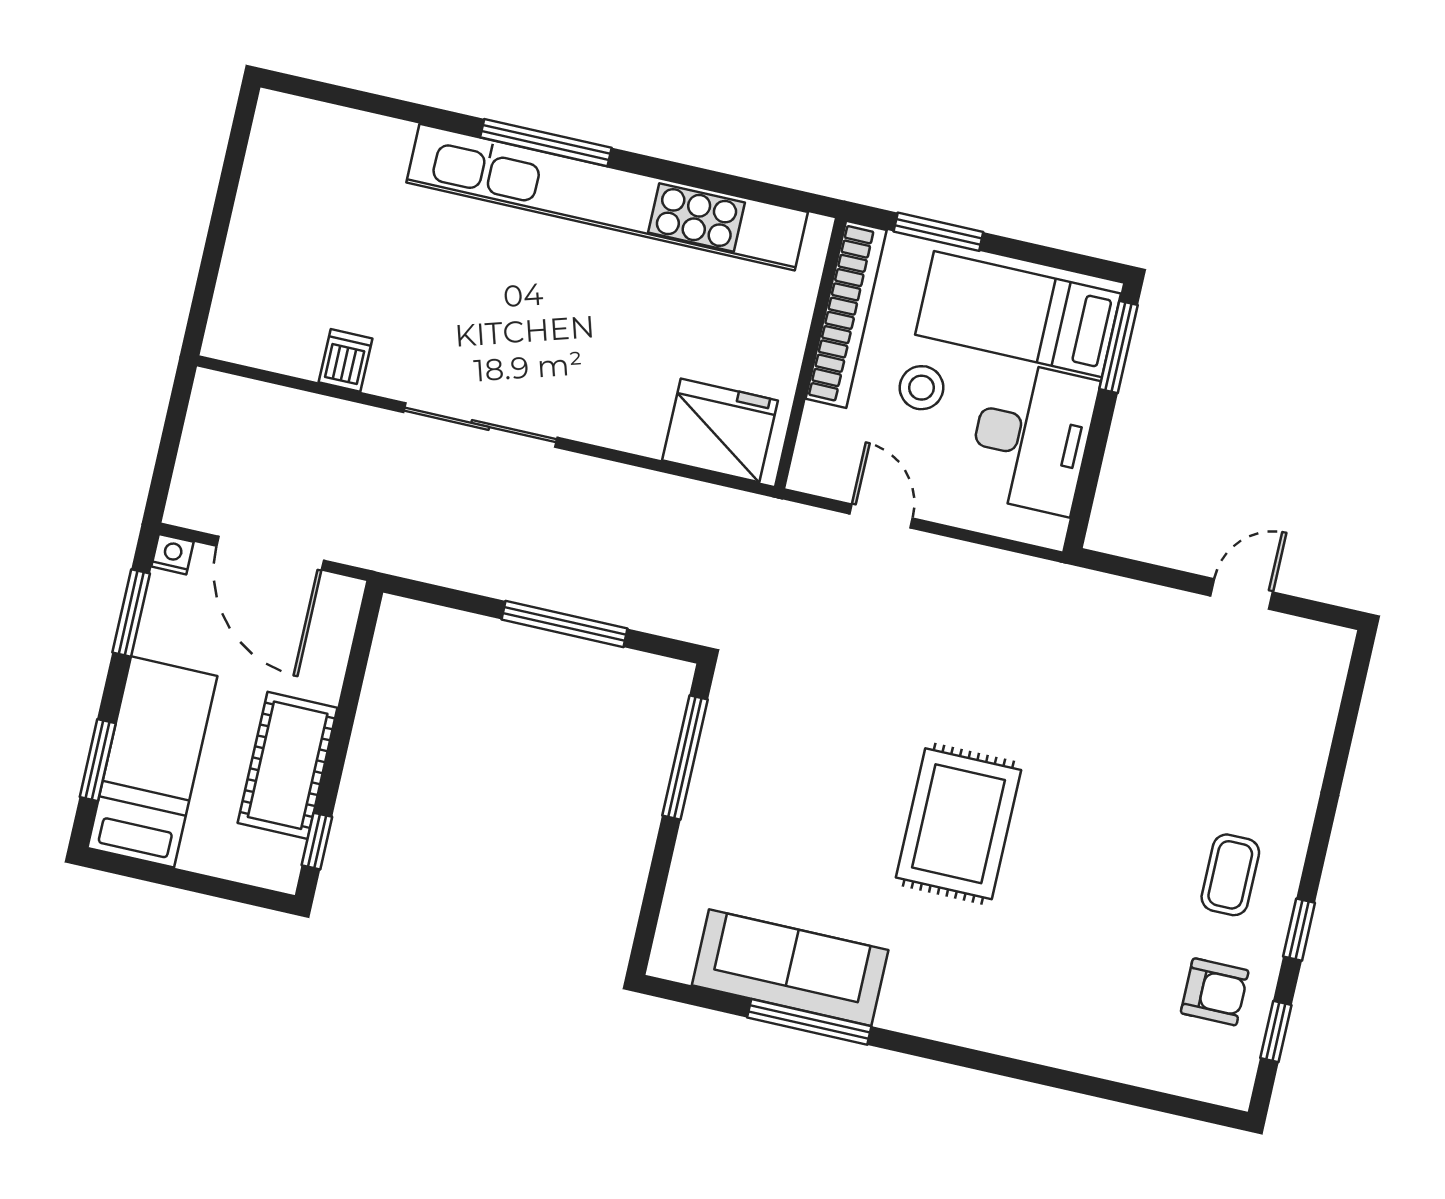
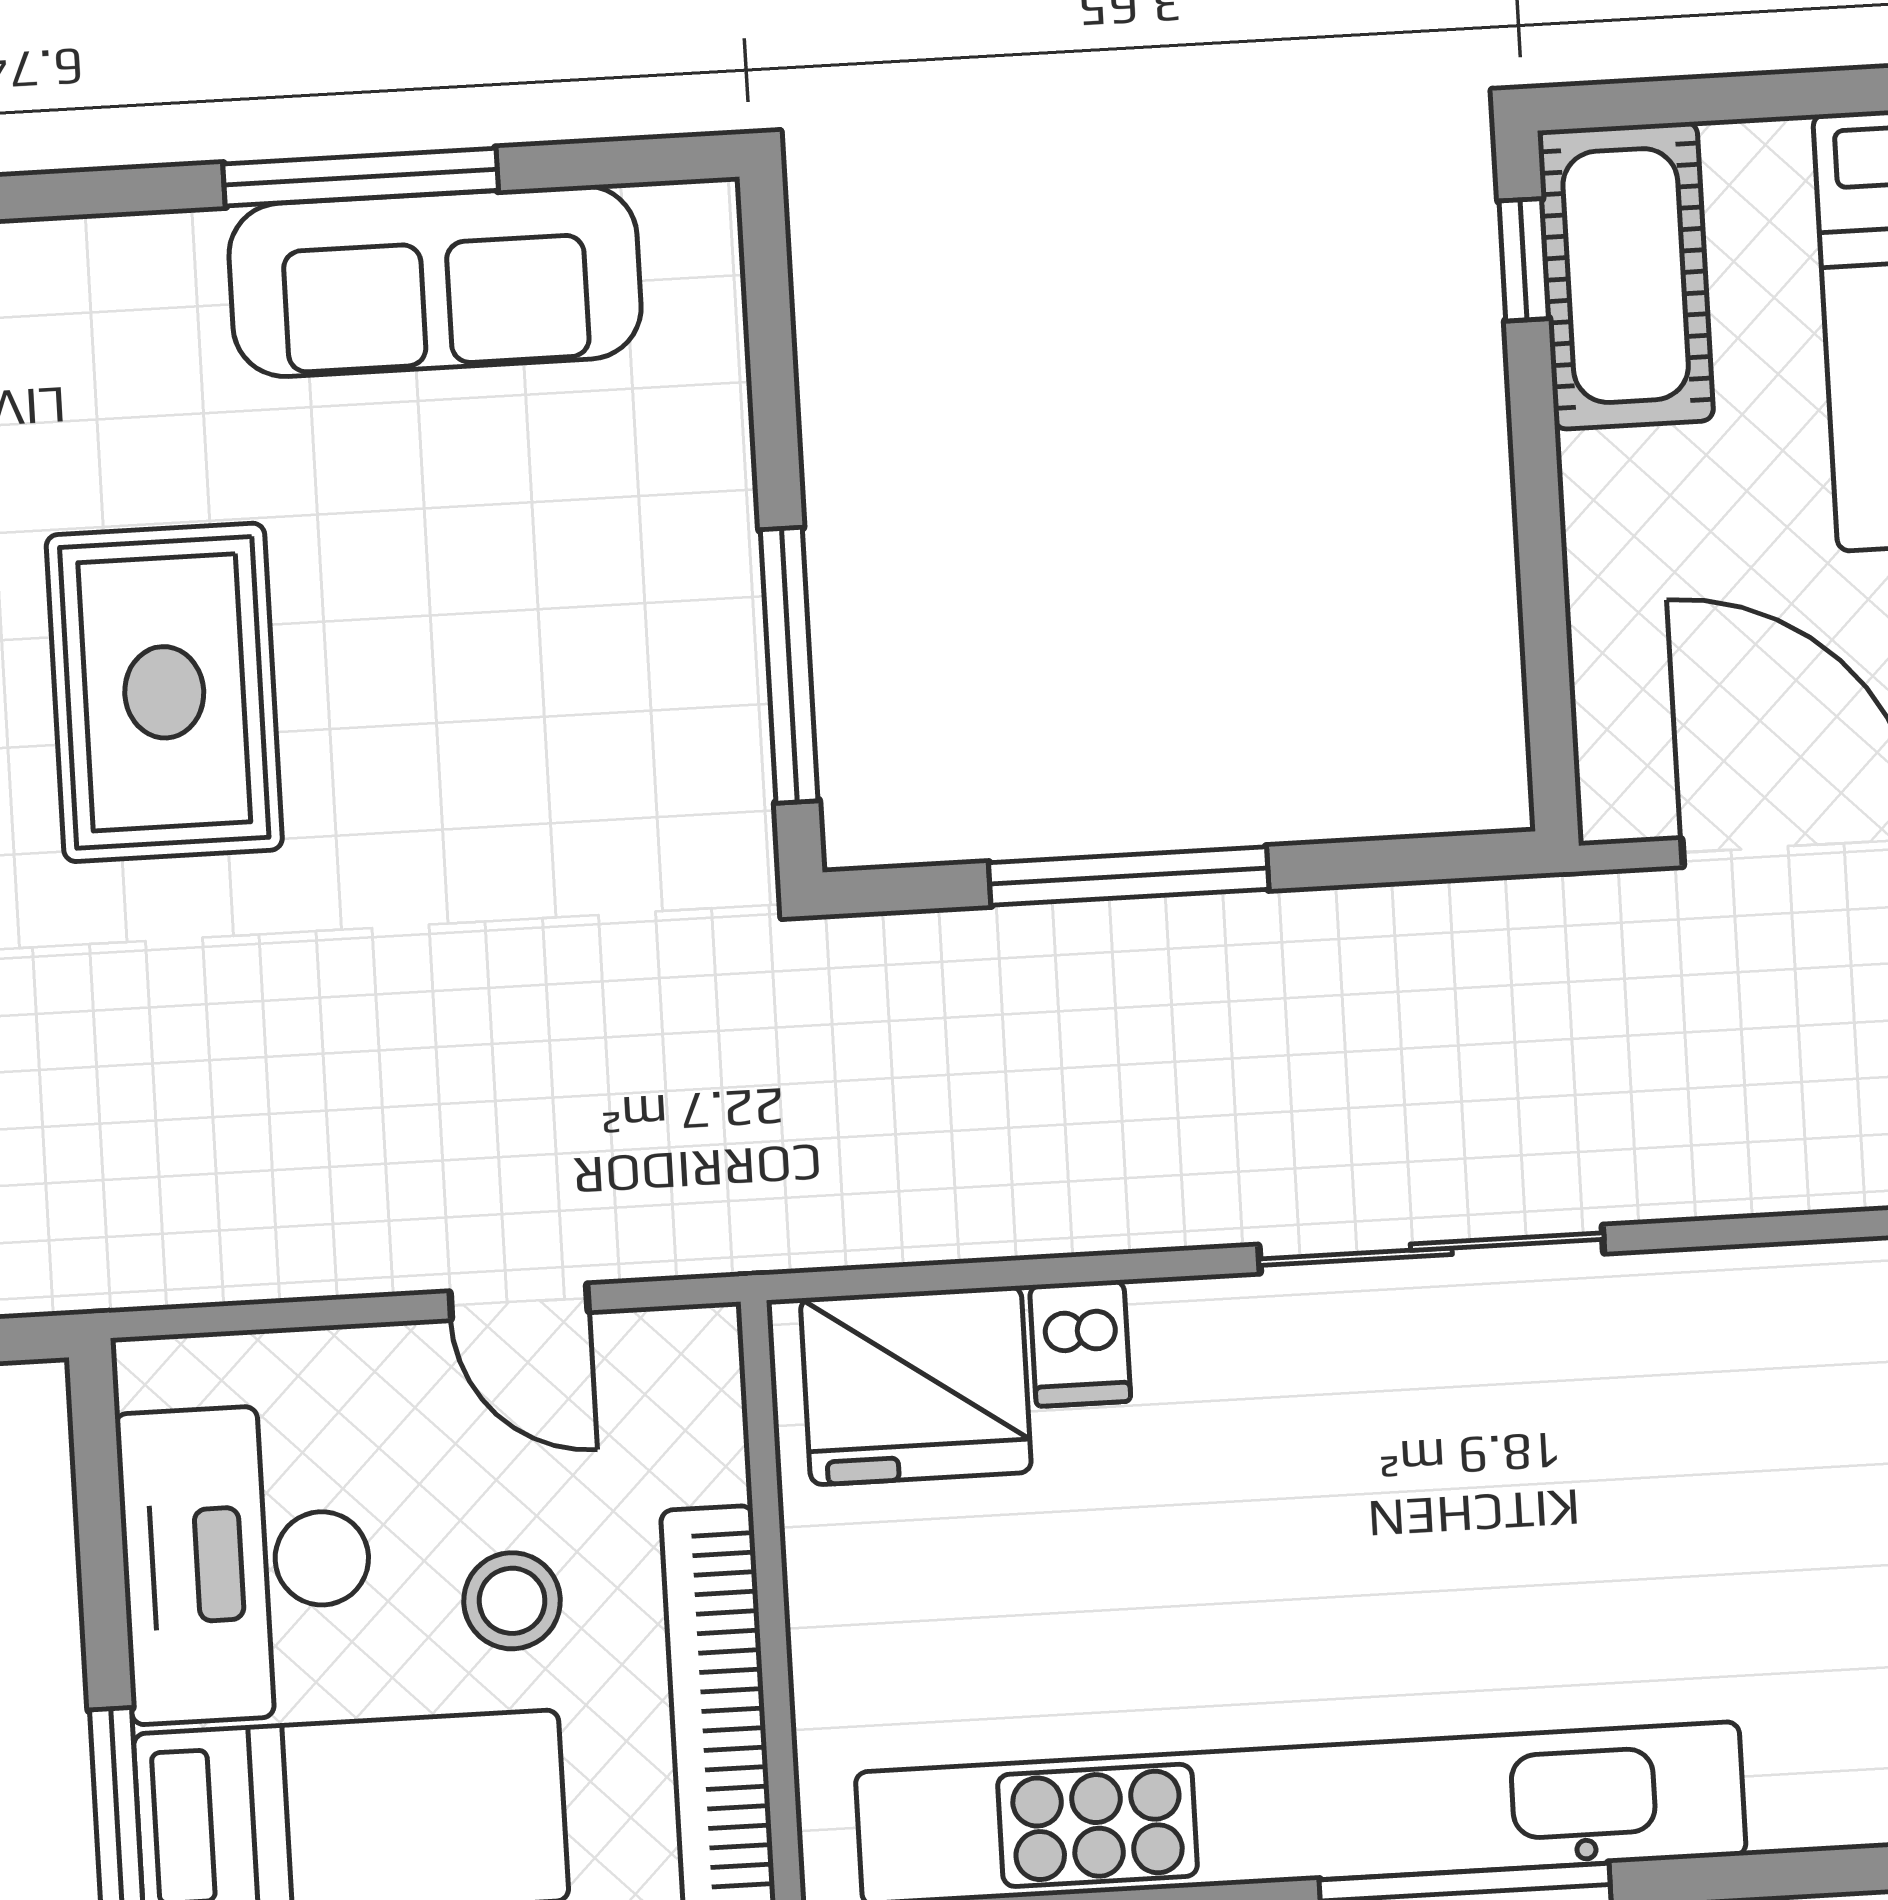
dishwasher: (345, 360) -> (1080, 1343), moved
cot: (288, 765) -> (1626, 276), moved

